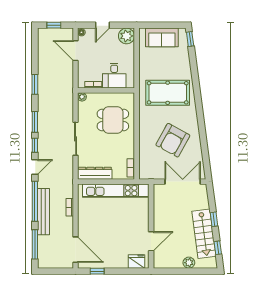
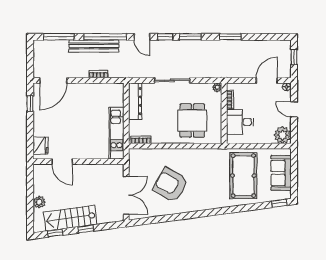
pool table: (168, 93) -> (243, 176), moved
kitchen unit: (116, 191) -> (116, 133), width x0.73

